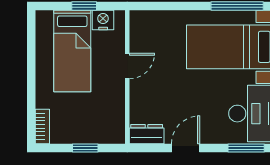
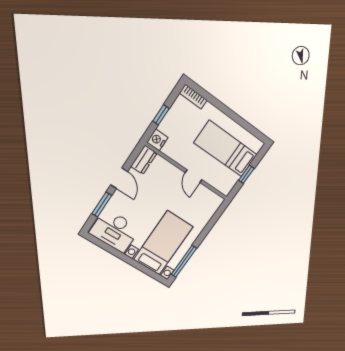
nightstand: (103, 20) -> (157, 140), moved, turned 180
window: (246, 148) -> (102, 205), moved

